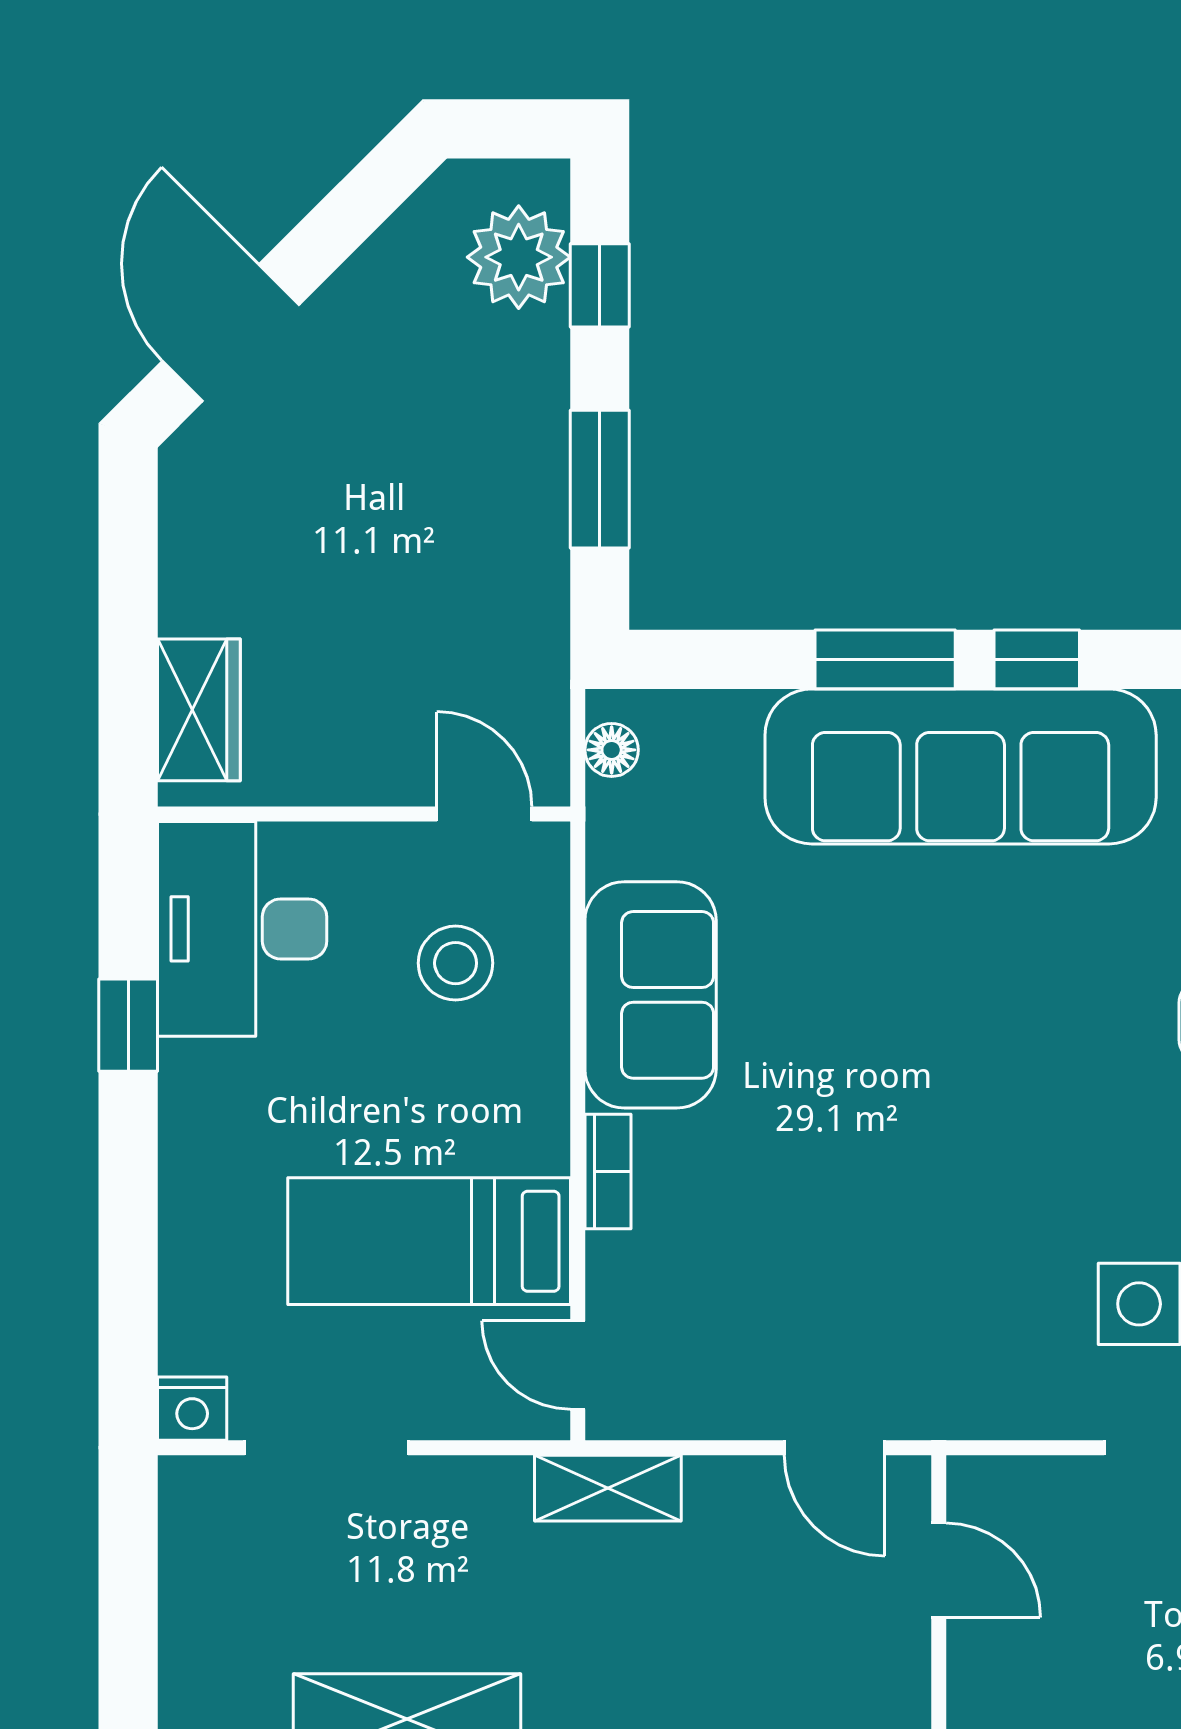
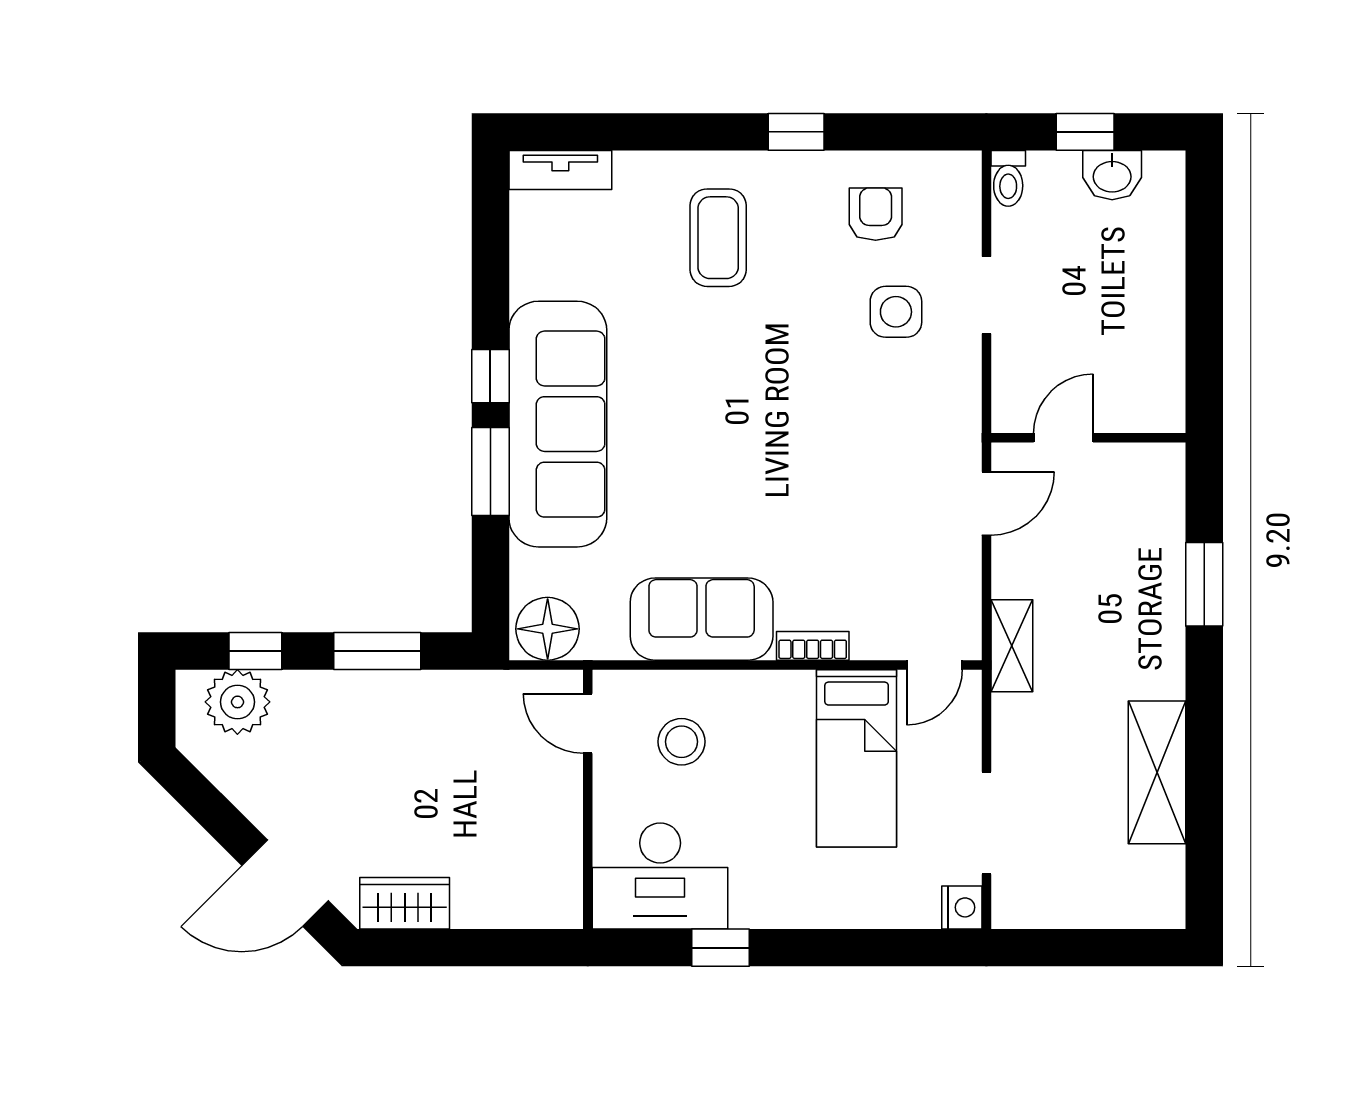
wardrobe: (199, 710) -> (405, 903), moved
floor lamp: (612, 750) -> (548, 629), width x1.89, depth x1.89
door: (484, 814) -> (588, 724), hinge flipped

